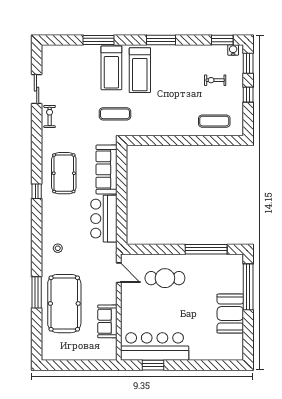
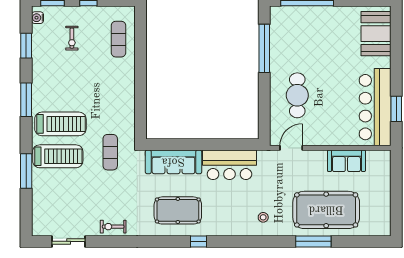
window: (222, 40) -> (26, 46), moved
sliding door: (37, 89) -> (69, 241), moved
booth: (230, 314) -> (376, 34), moved, turned 90

